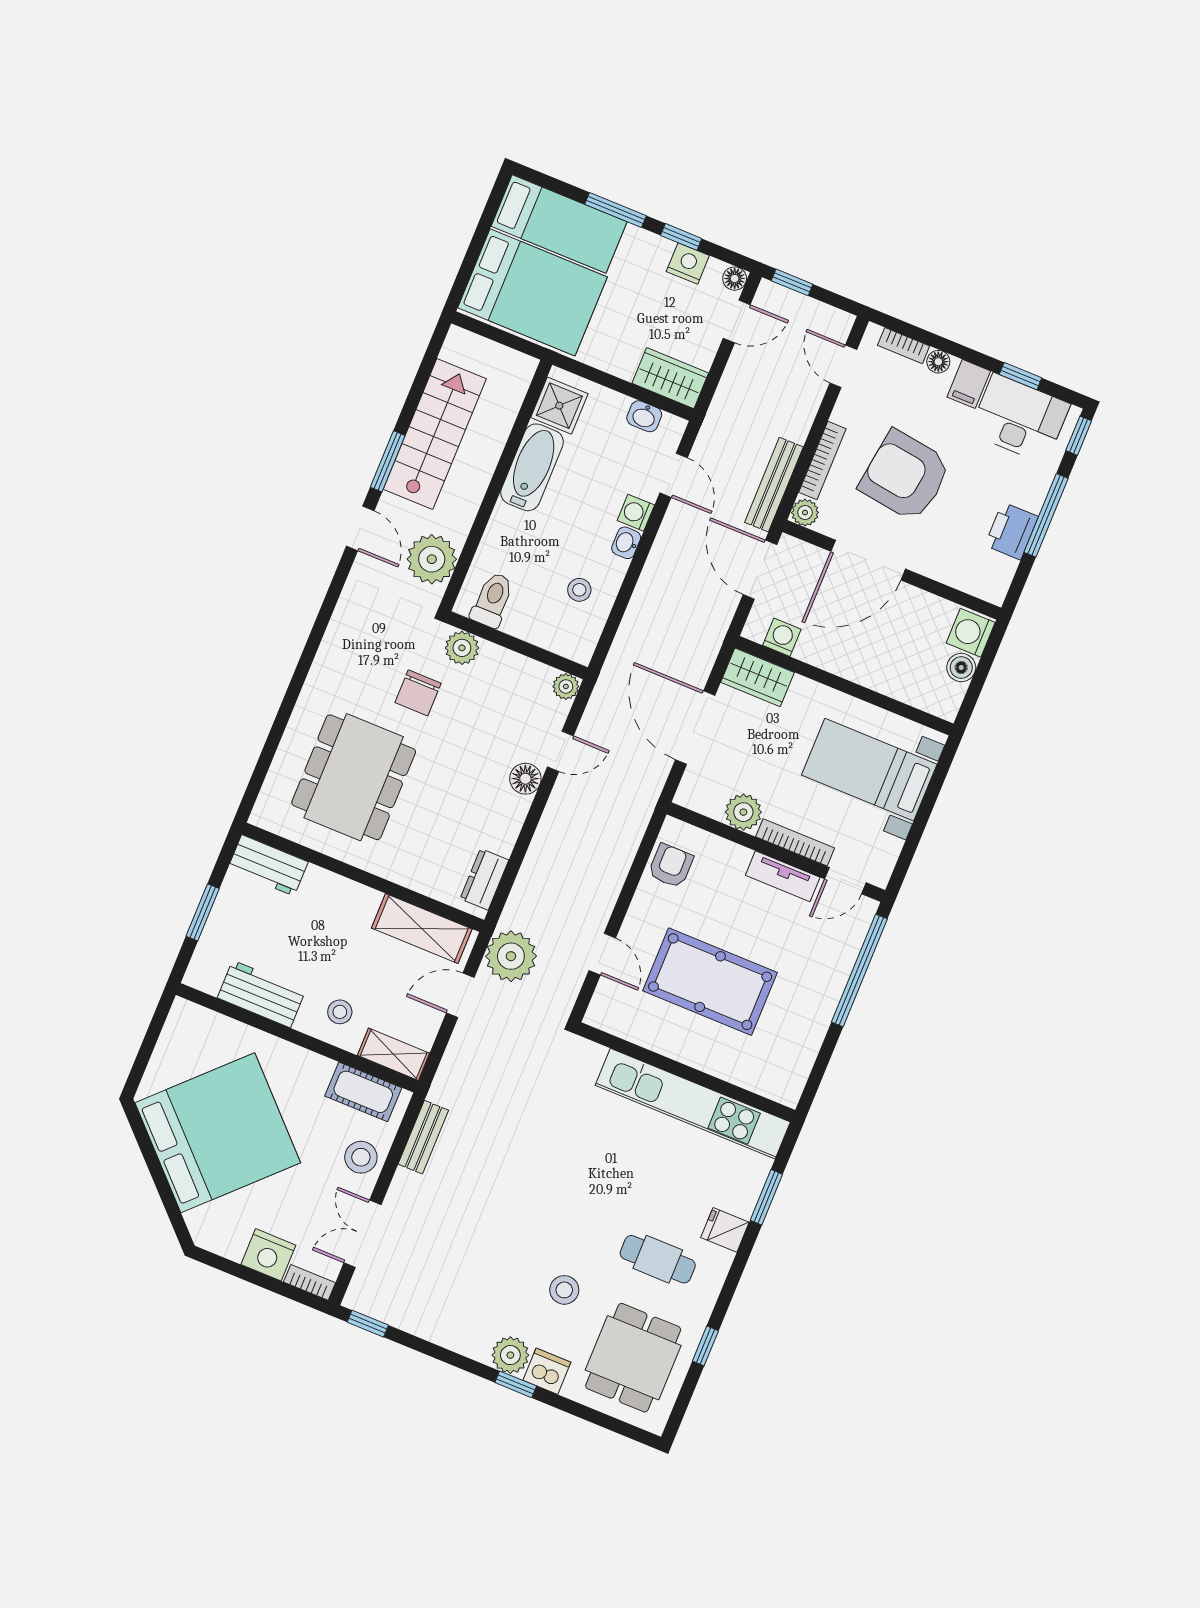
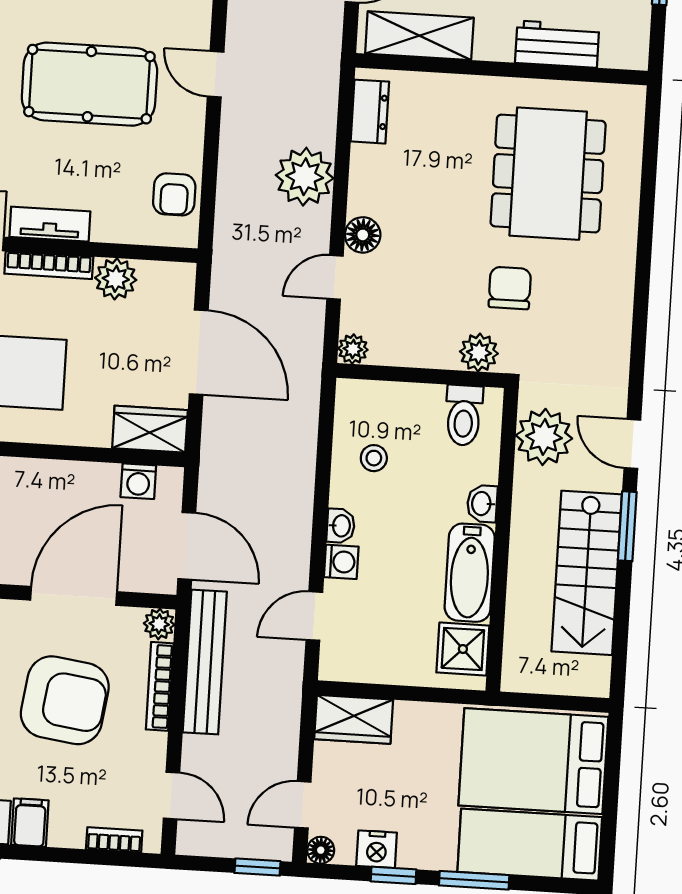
floor lamp: (938, 362) -> (71, 835), removed
washbasin: (644, 416) -> (482, 504), moved, turned -90
door: (674, 475) -> (314, 616), hinge flipped
bench: (774, 485) -> (205, 662), width x1.37, depth x1.21
workbench: (268, 865) -> (557, 44), moved
plant: (511, 956) -> (305, 177), moved

